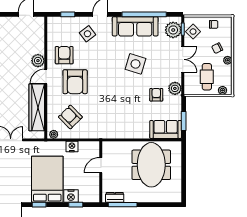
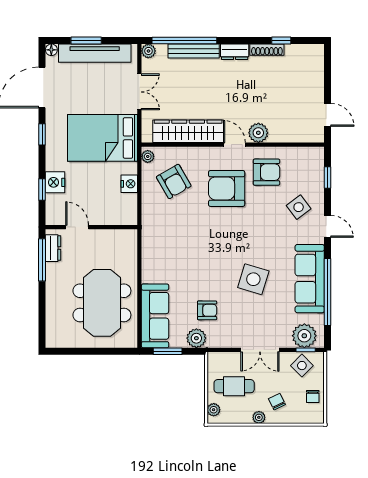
plant: (175, 88) -> (196, 338), moved
armchair: (70, 117) -> (174, 181), turned 105
sofa: (166, 129) -> (155, 316), width x1.36
door: (101, 165) -> (77, 227), moved
meeting table: (151, 165) -> (102, 303), turned 90
bed: (47, 179) -> (103, 138), moved, turned 180

